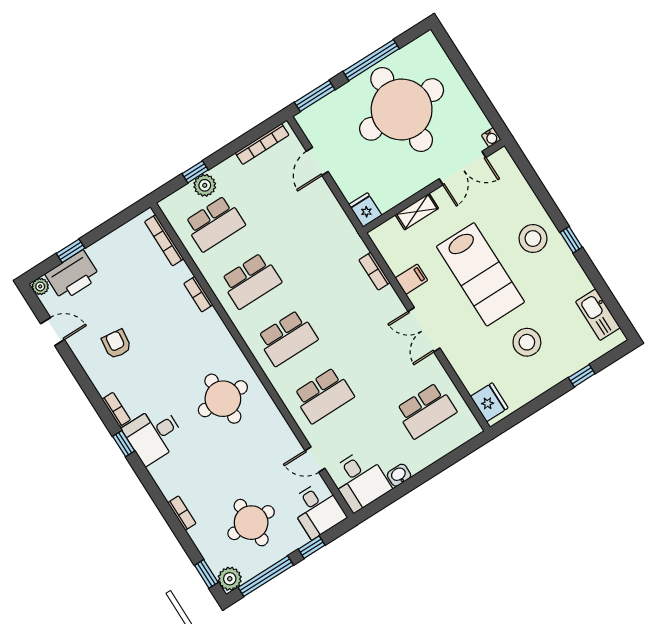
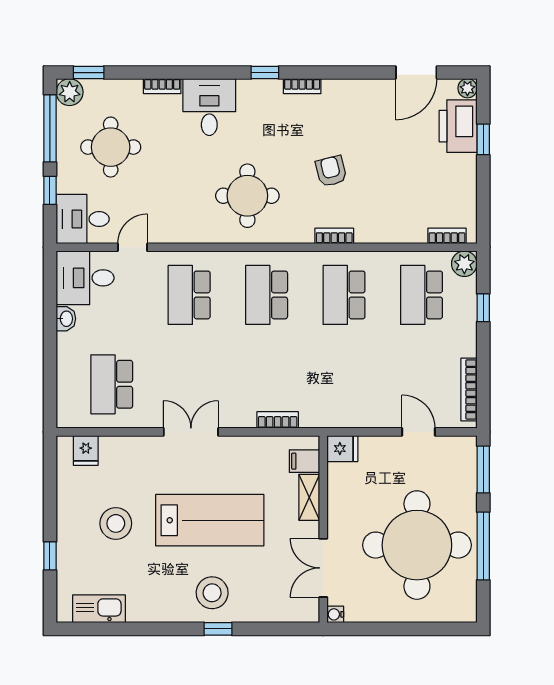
plant: (205, 185) -> (464, 264), moved
bookcase: (164, 240) -> (447, 236), width x0.64
window: (571, 240) -> (218, 629), moved
lab bench: (480, 274) -> (210, 520), turned 180
filing cabinet: (411, 279) -> (304, 461), moved, turned 90
bookcase: (198, 294) -> (334, 236), moved
door: (53, 332) -> (416, 73), width x1.38
armchair: (116, 344) -> (331, 171), moved, turned -111
fridge: (489, 402) -> (86, 450), width x0.72
desk: (154, 435) -> (209, 107), moved

